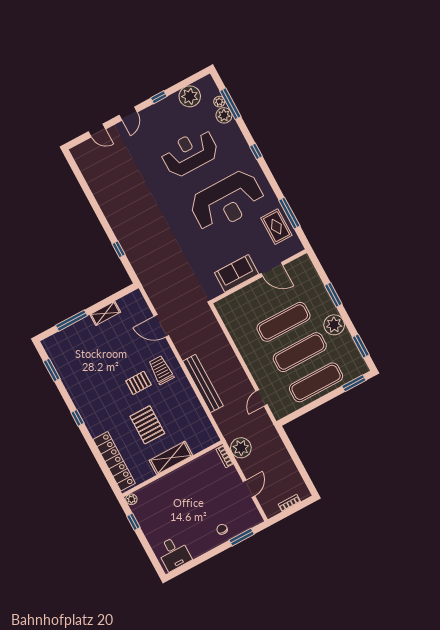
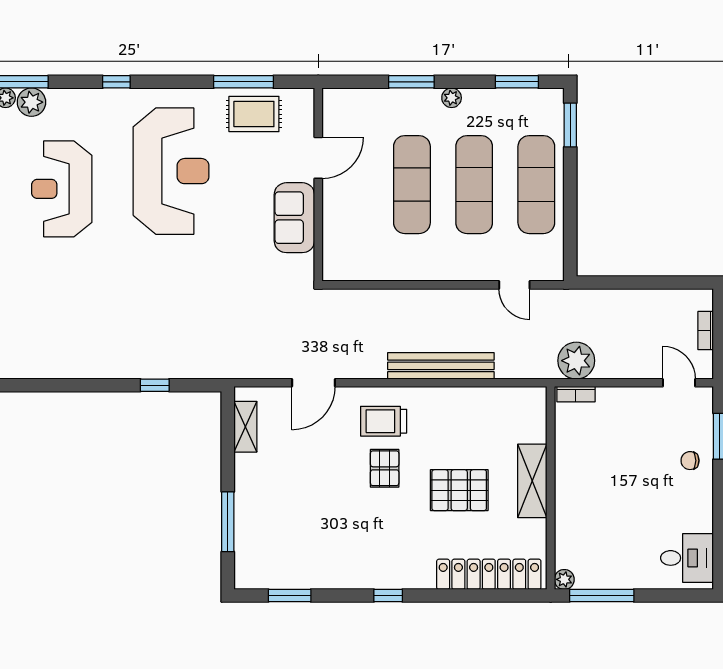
shelving: (105, 313) -> (245, 427), moved
plant: (334, 325) -> (452, 98), width x0.53, depth x0.53
door: (249, 489) -> (679, 383), moved
window: (133, 522) -> (602, 596), width x2.17

